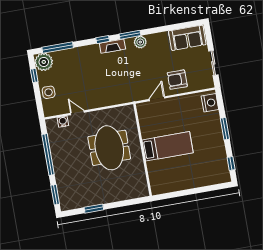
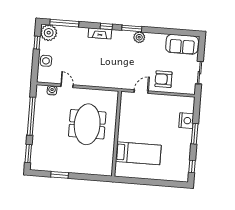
fireplace: (112, 46) -> (100, 33), moved
nightstand: (210, 103) -> (186, 121), moved
bed: (168, 146) -> (138, 153), moved

